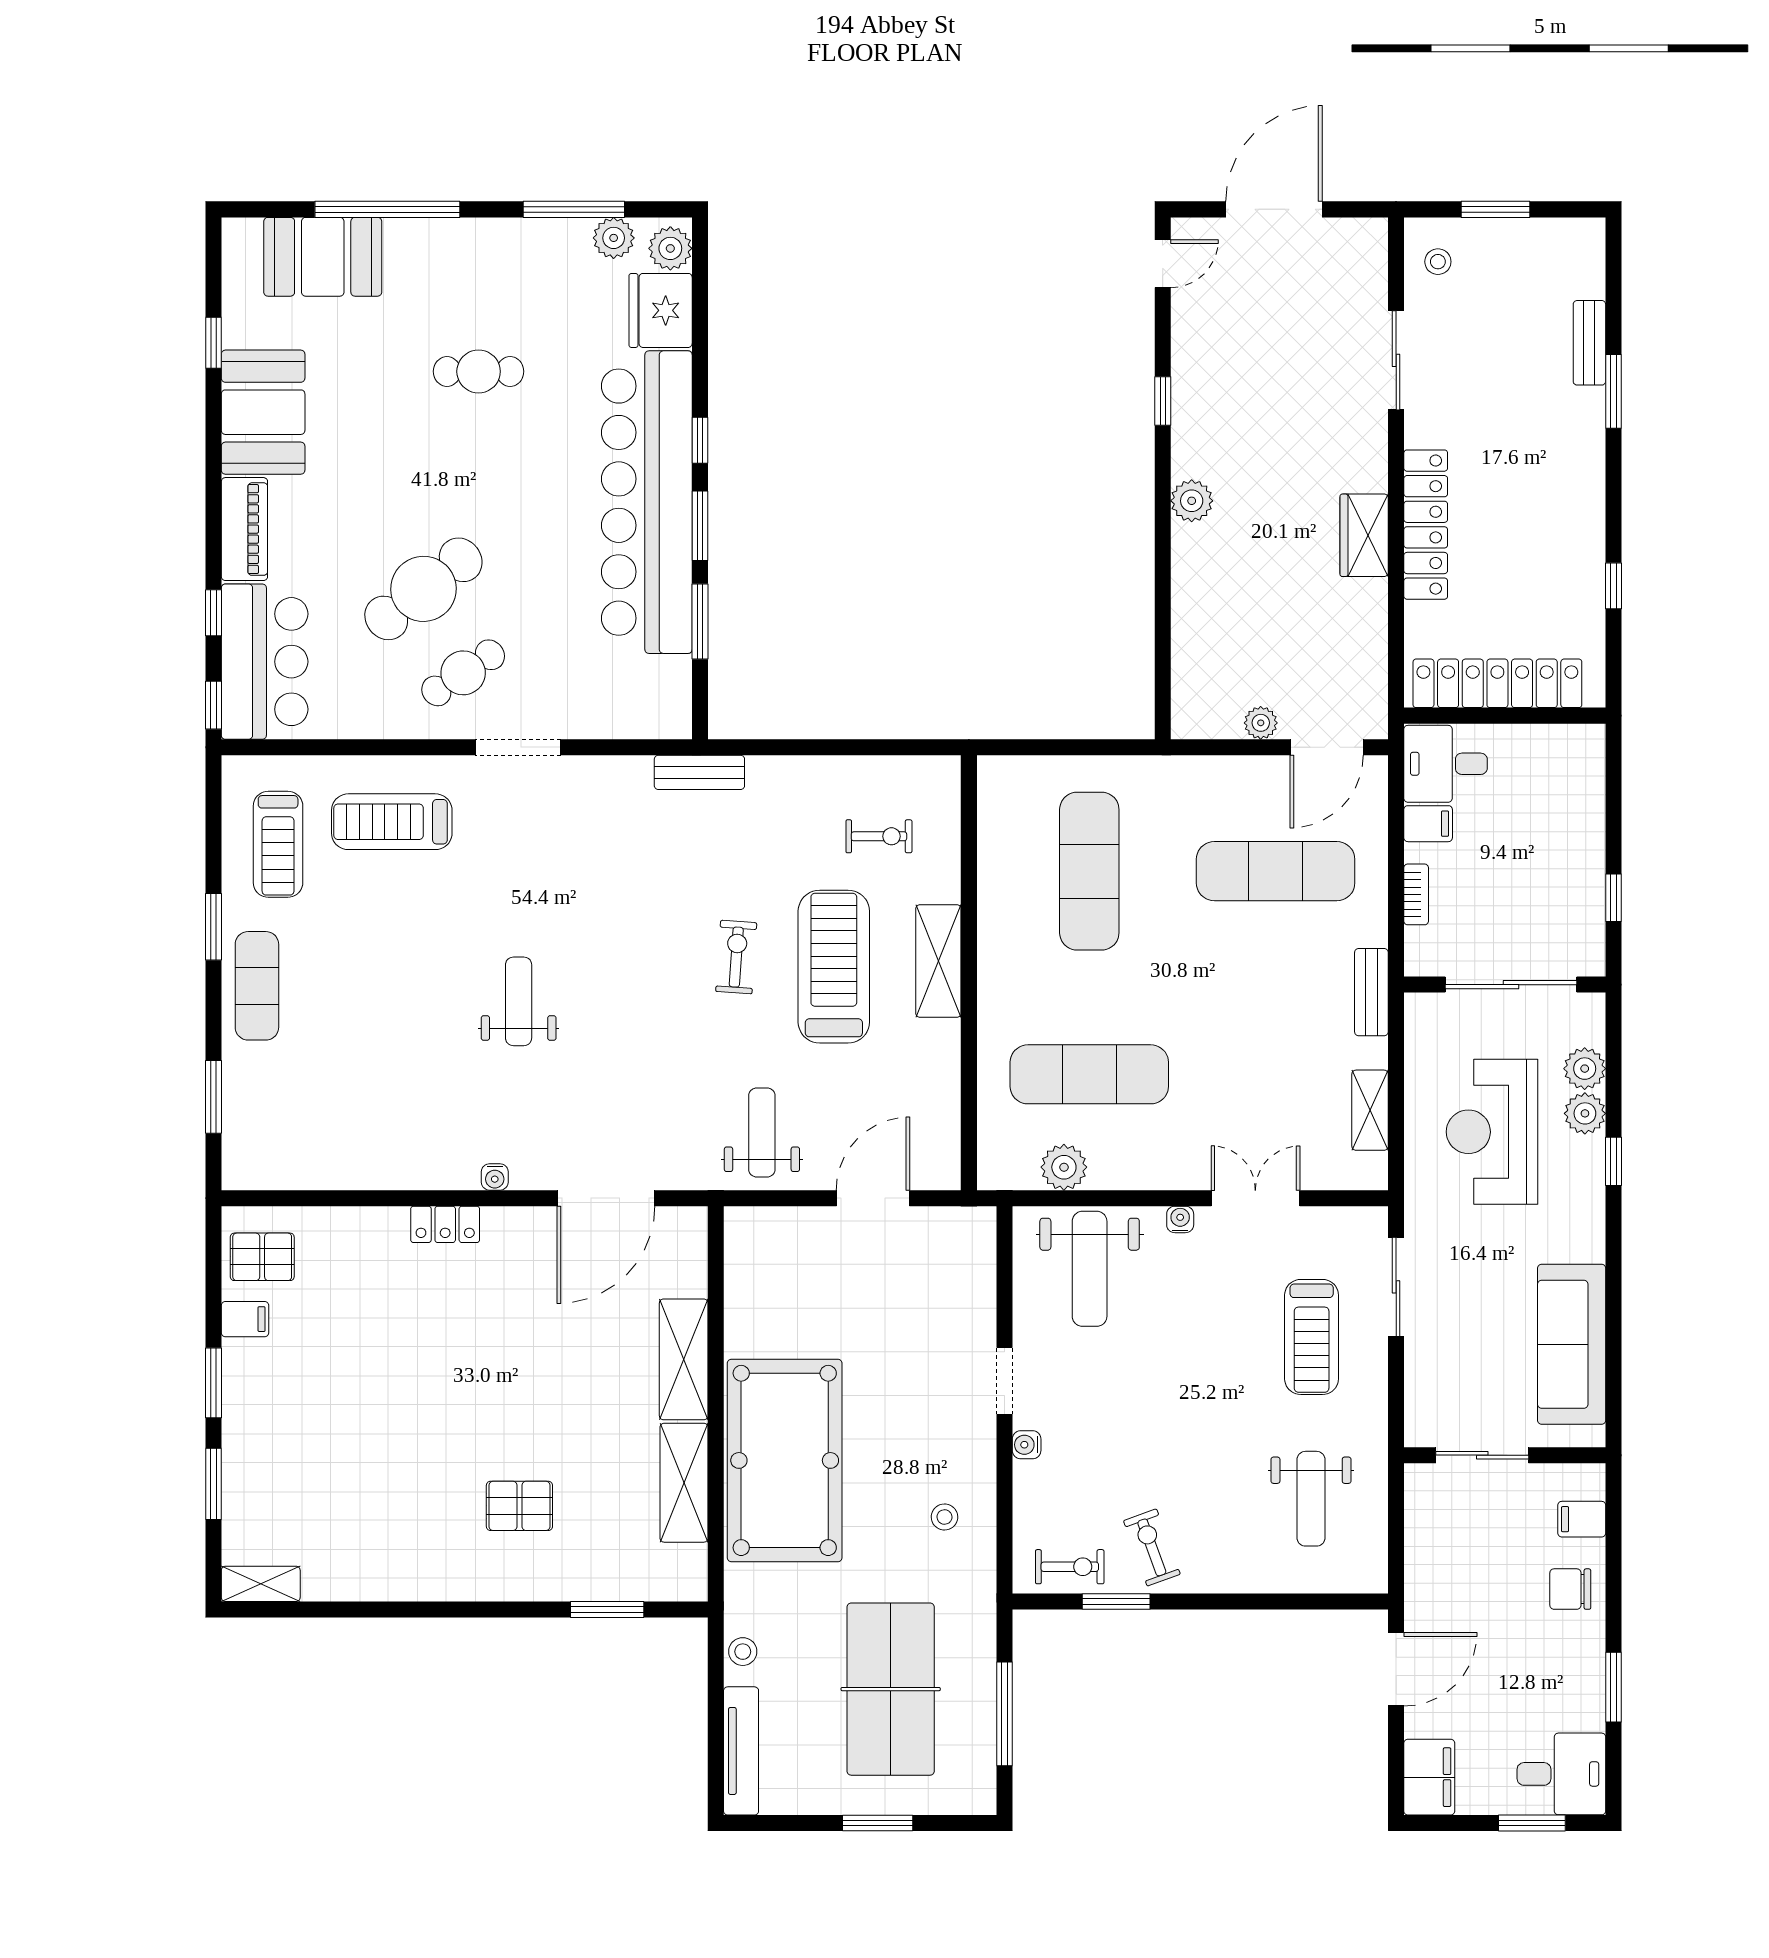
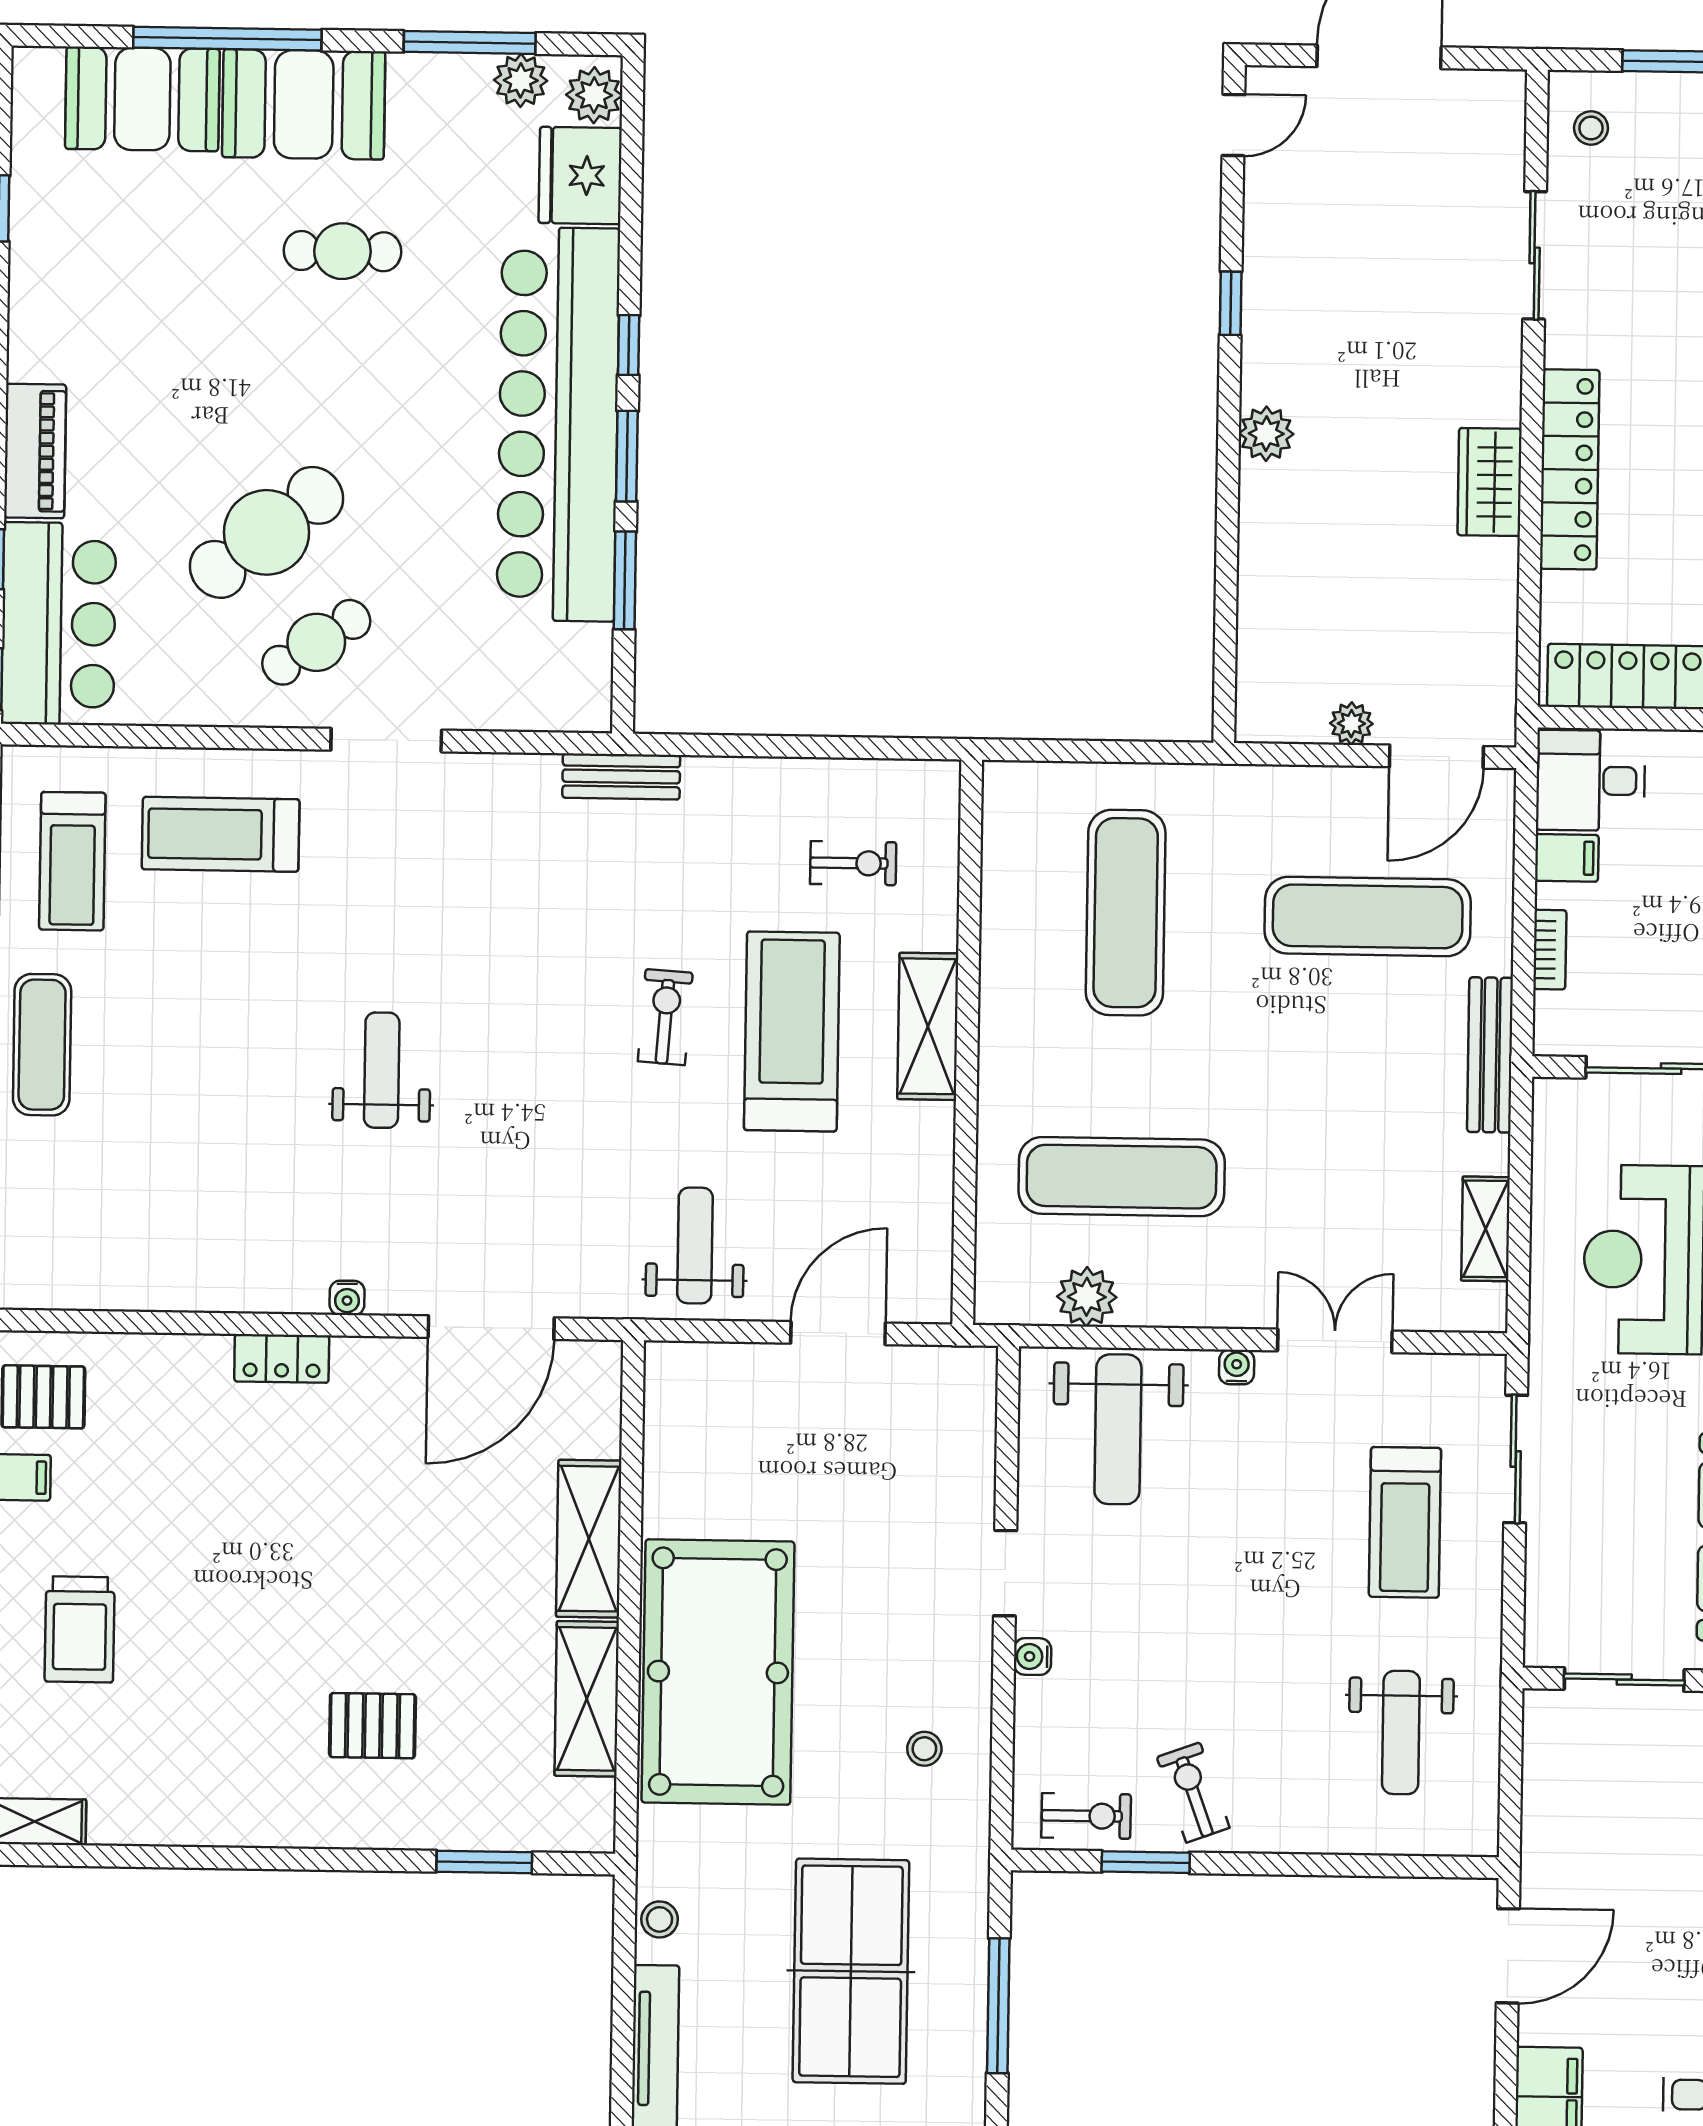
booth: (263, 412) -> (304, 104), moved, turned 90
bench: (1371, 992) -> (1490, 1055), width x1.36
trolley: (293, 1435) -> (80, 1629), added

